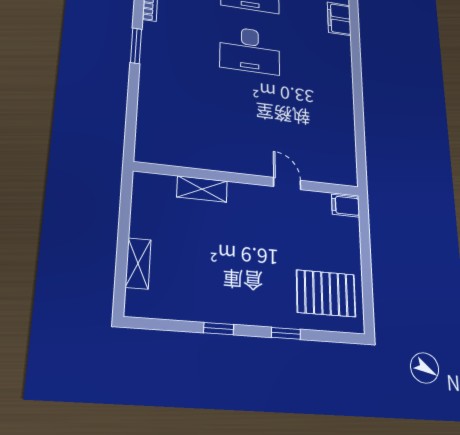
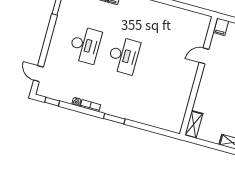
shelving: (202, 189) -> (194, 124), moved

